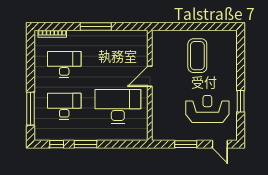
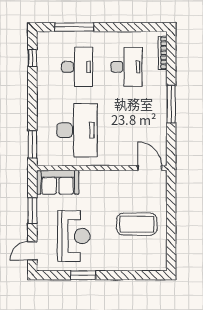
door: (150, 76) -> (150, 168), moved
sofa: (162, 123) -> (58, 182), added
window: (85, 144) -> (32, 144), moved

